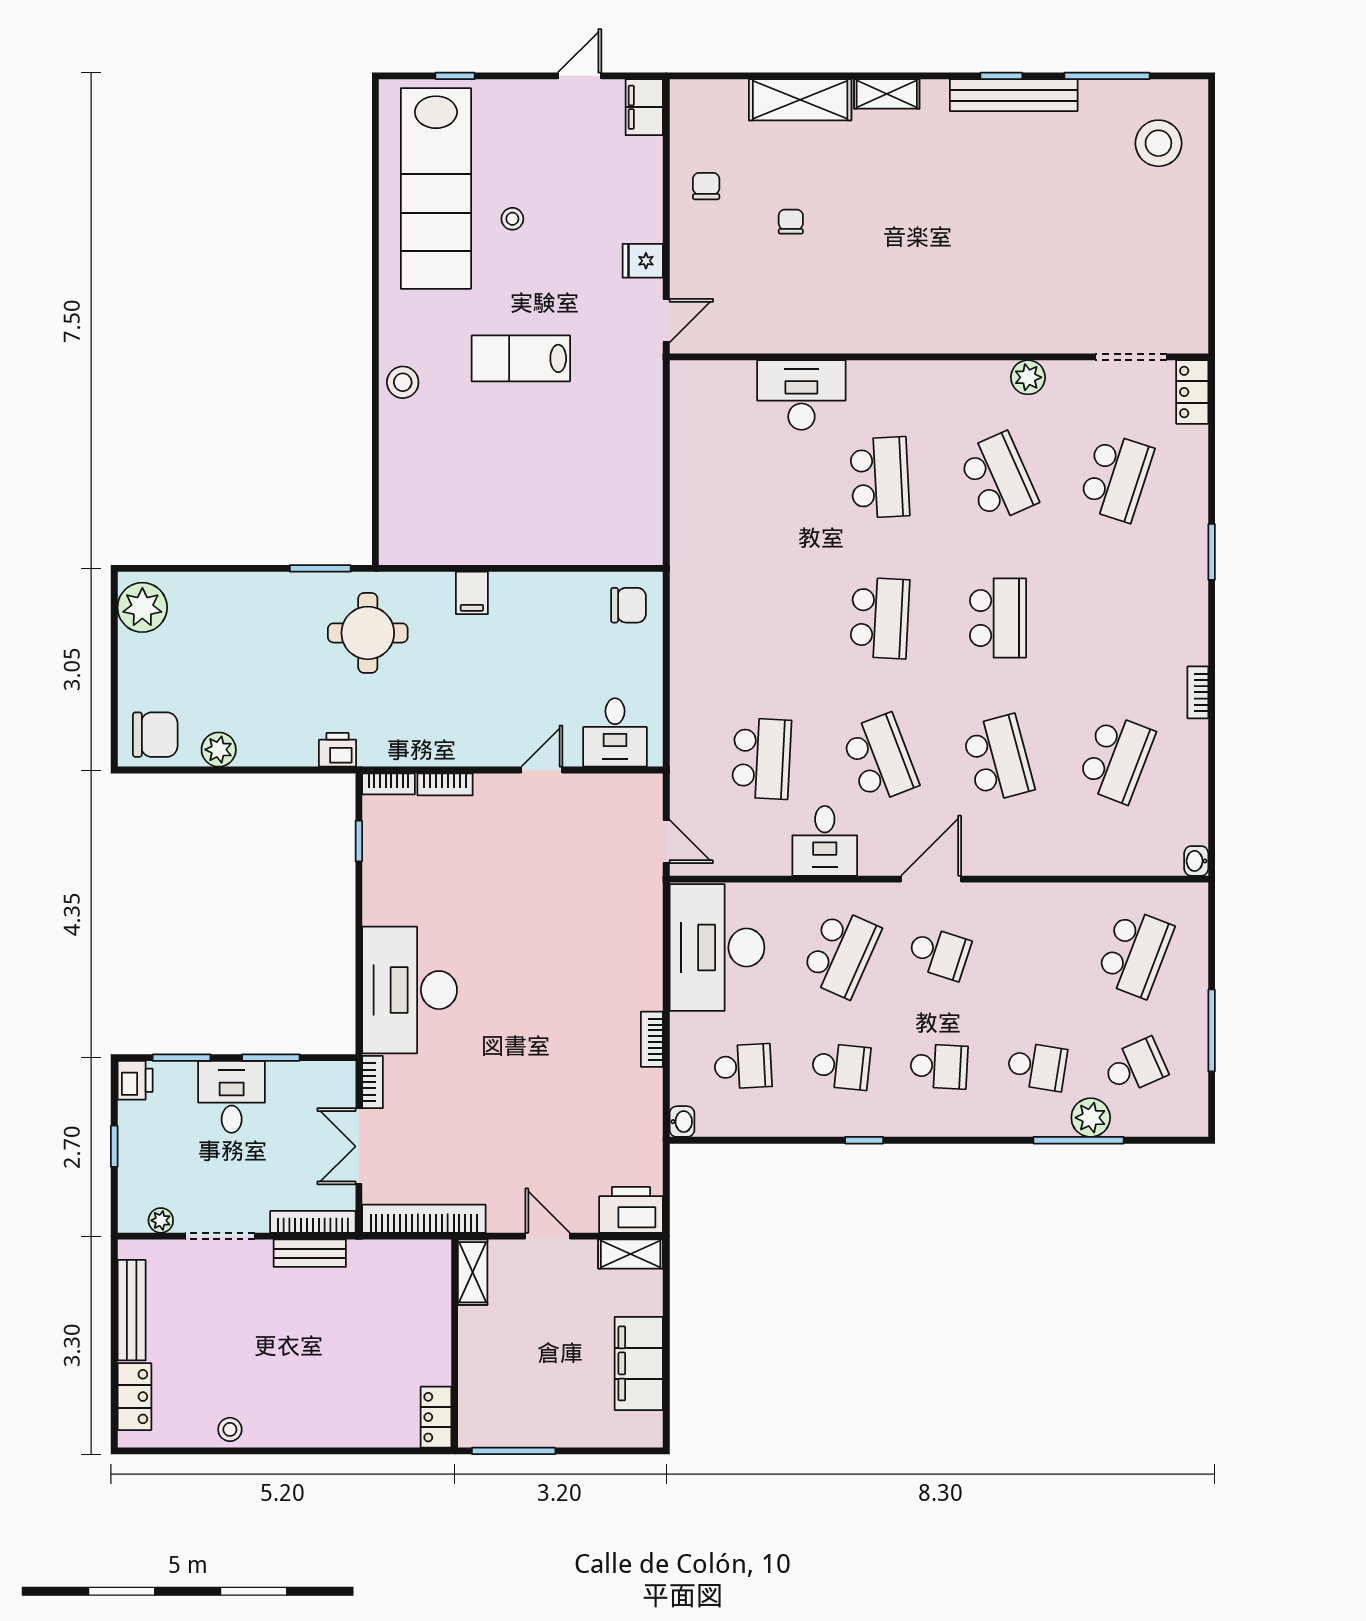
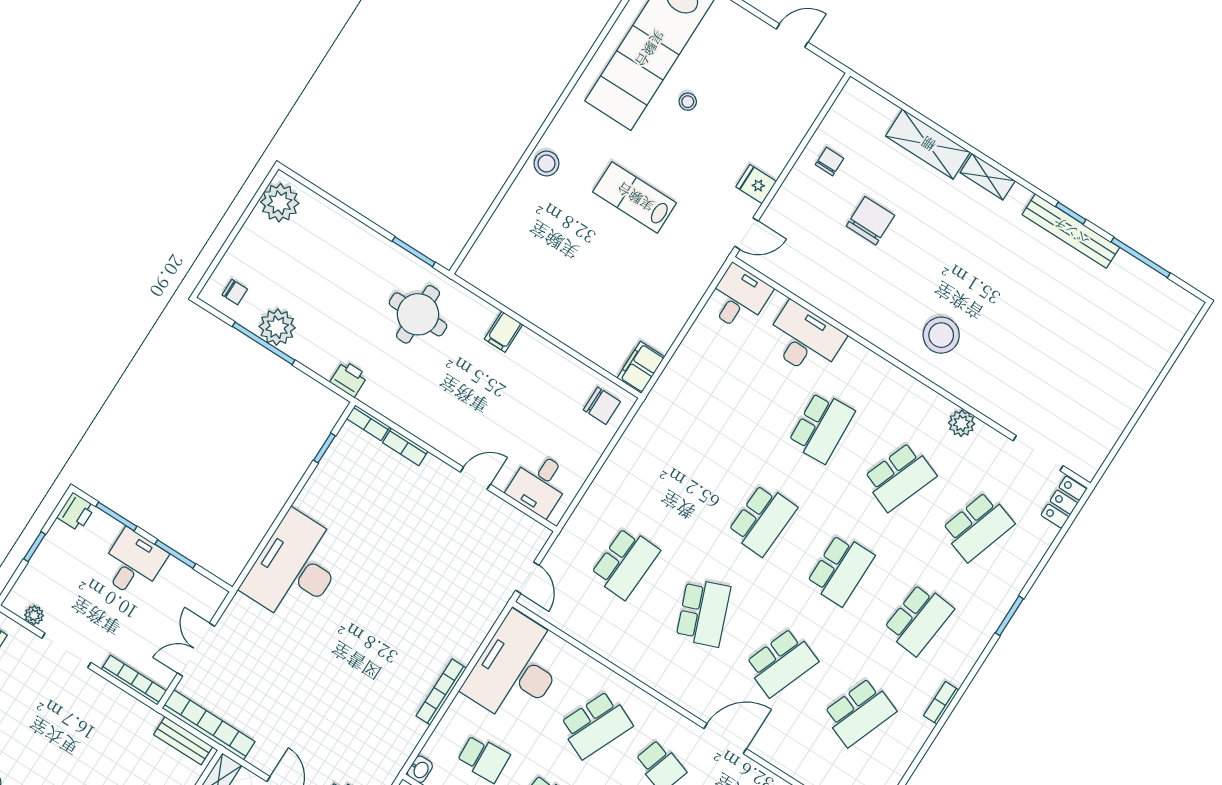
filing cabinet: (644, 107) -> (641, 367), moved
stool: (1158, 143) -> (941, 335), moved
chair: (791, 222) -> (870, 221), width x1.87, depth x1.87
school desk: (998, 477) -> (900, 477), turned 45
school desk: (1116, 618) -> (919, 619), added
chair: (155, 735) -> (235, 292), width x0.54, depth x0.54
plant: (219, 750) -> (277, 327), width x1.36, depth x1.36
school desk: (998, 759) -> (781, 662), turned 36
window: (221, 770) -> (264, 343), added
desk: (825, 841) -> (739, 298), moved, turned 180
door: (931, 879) -> (725, 739), moved
bookcase: (652, 1039) -> (441, 692), width x1.56
bookcase: (373, 1082) -> (232, 613), removed
bench: (310, 1253) -> (183, 741), moved

